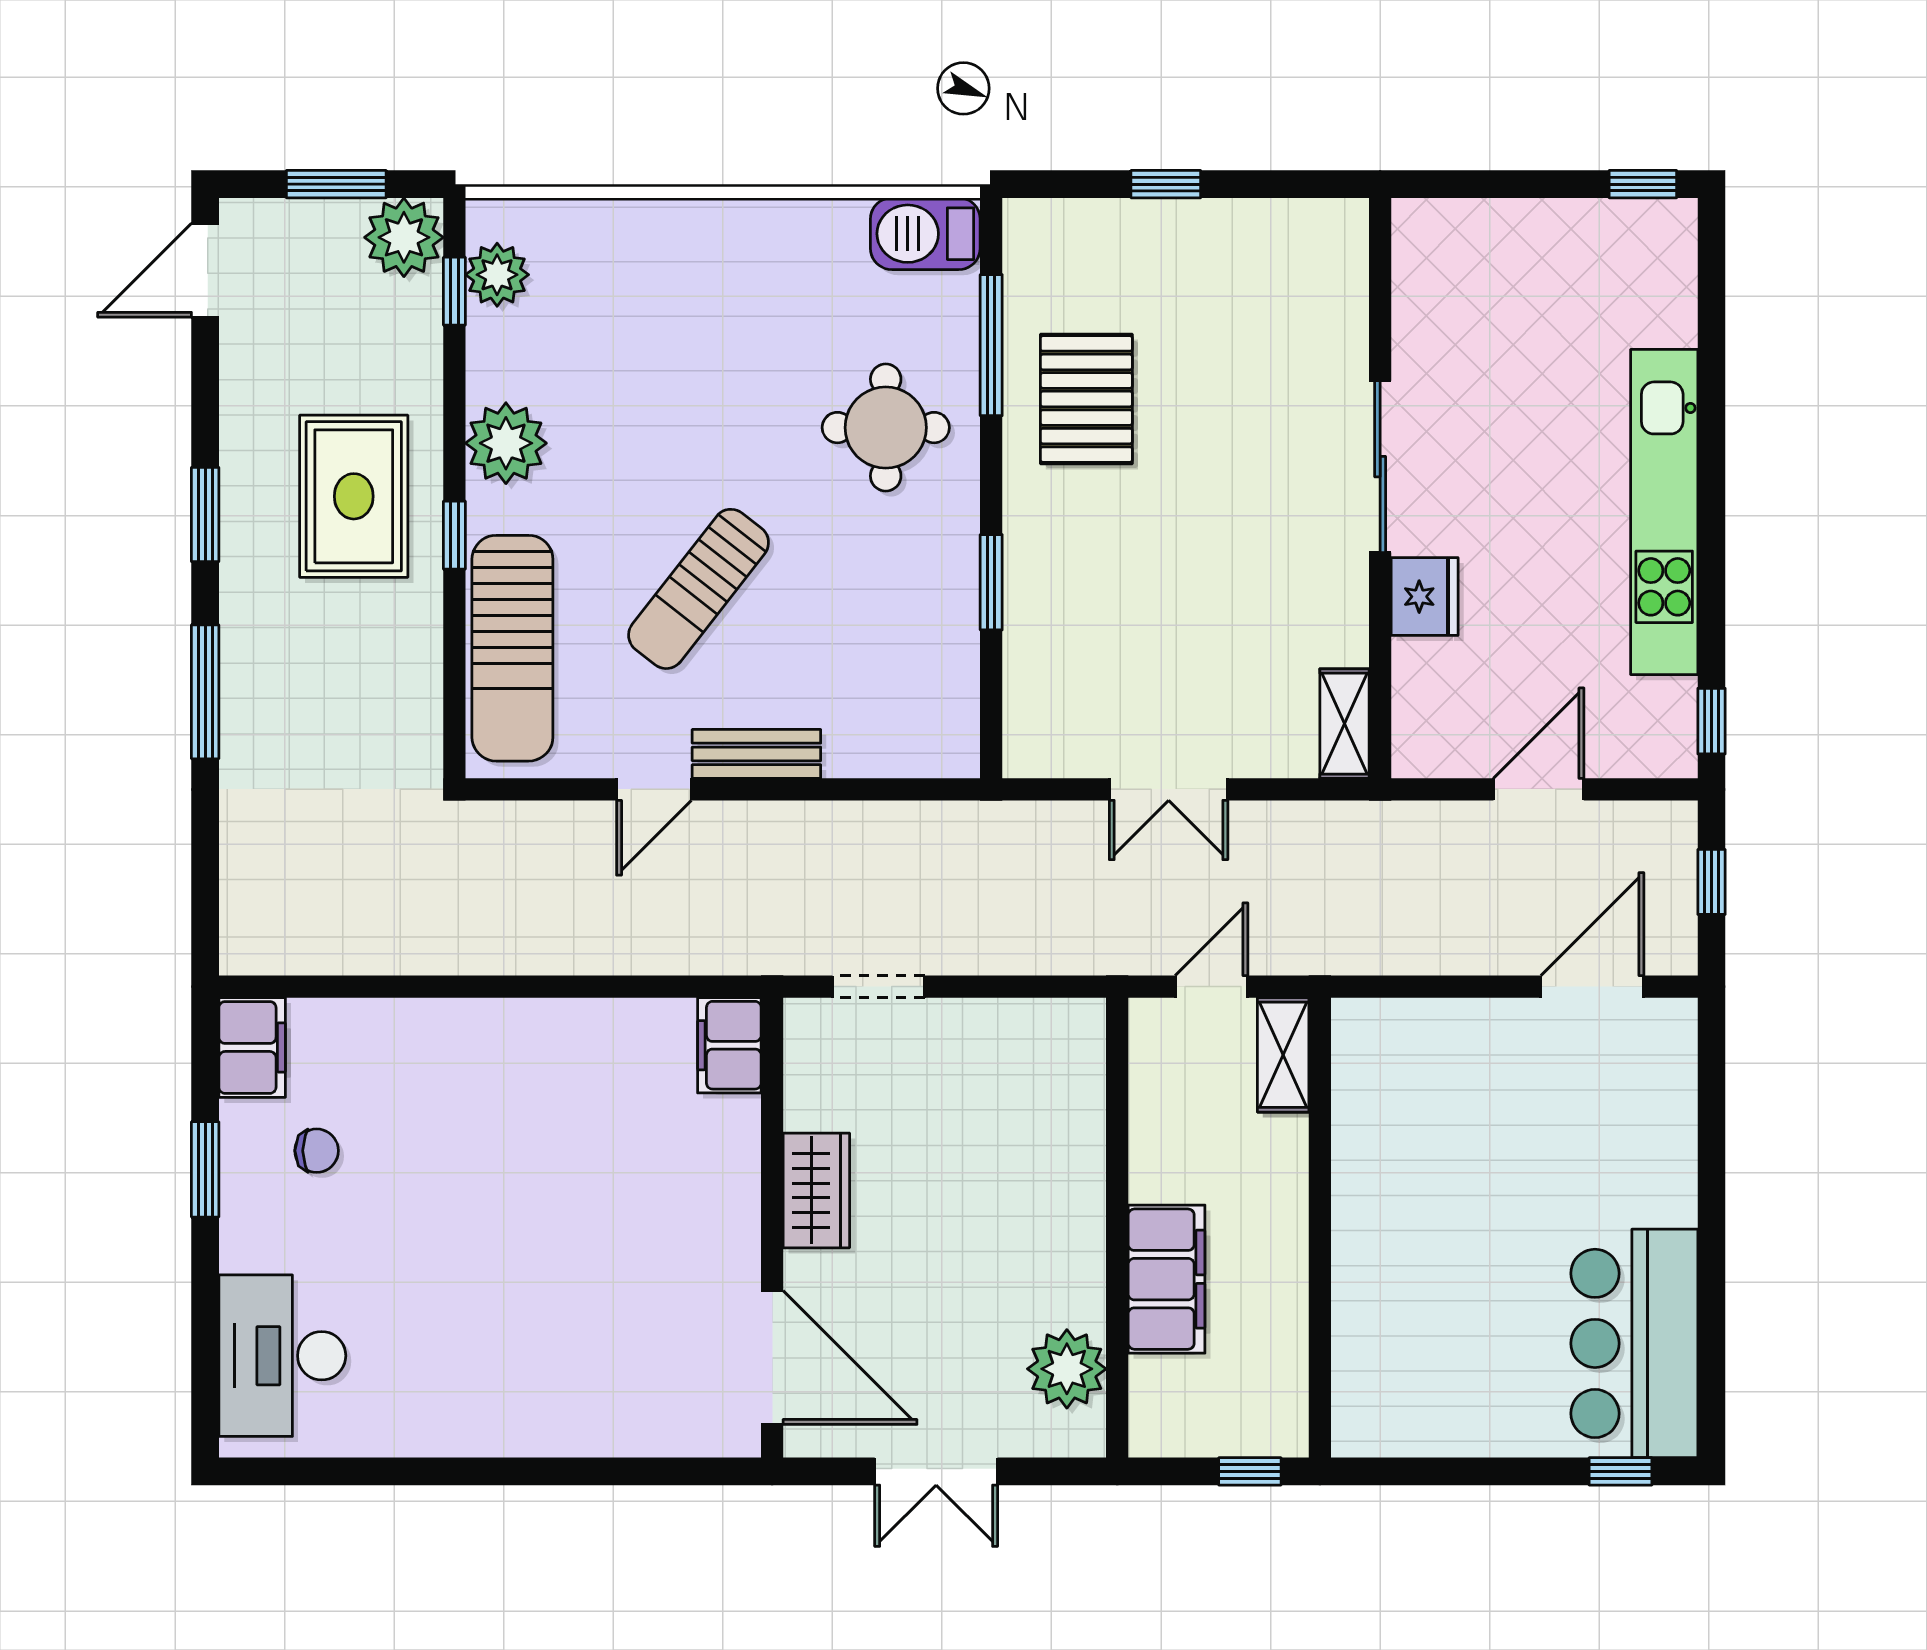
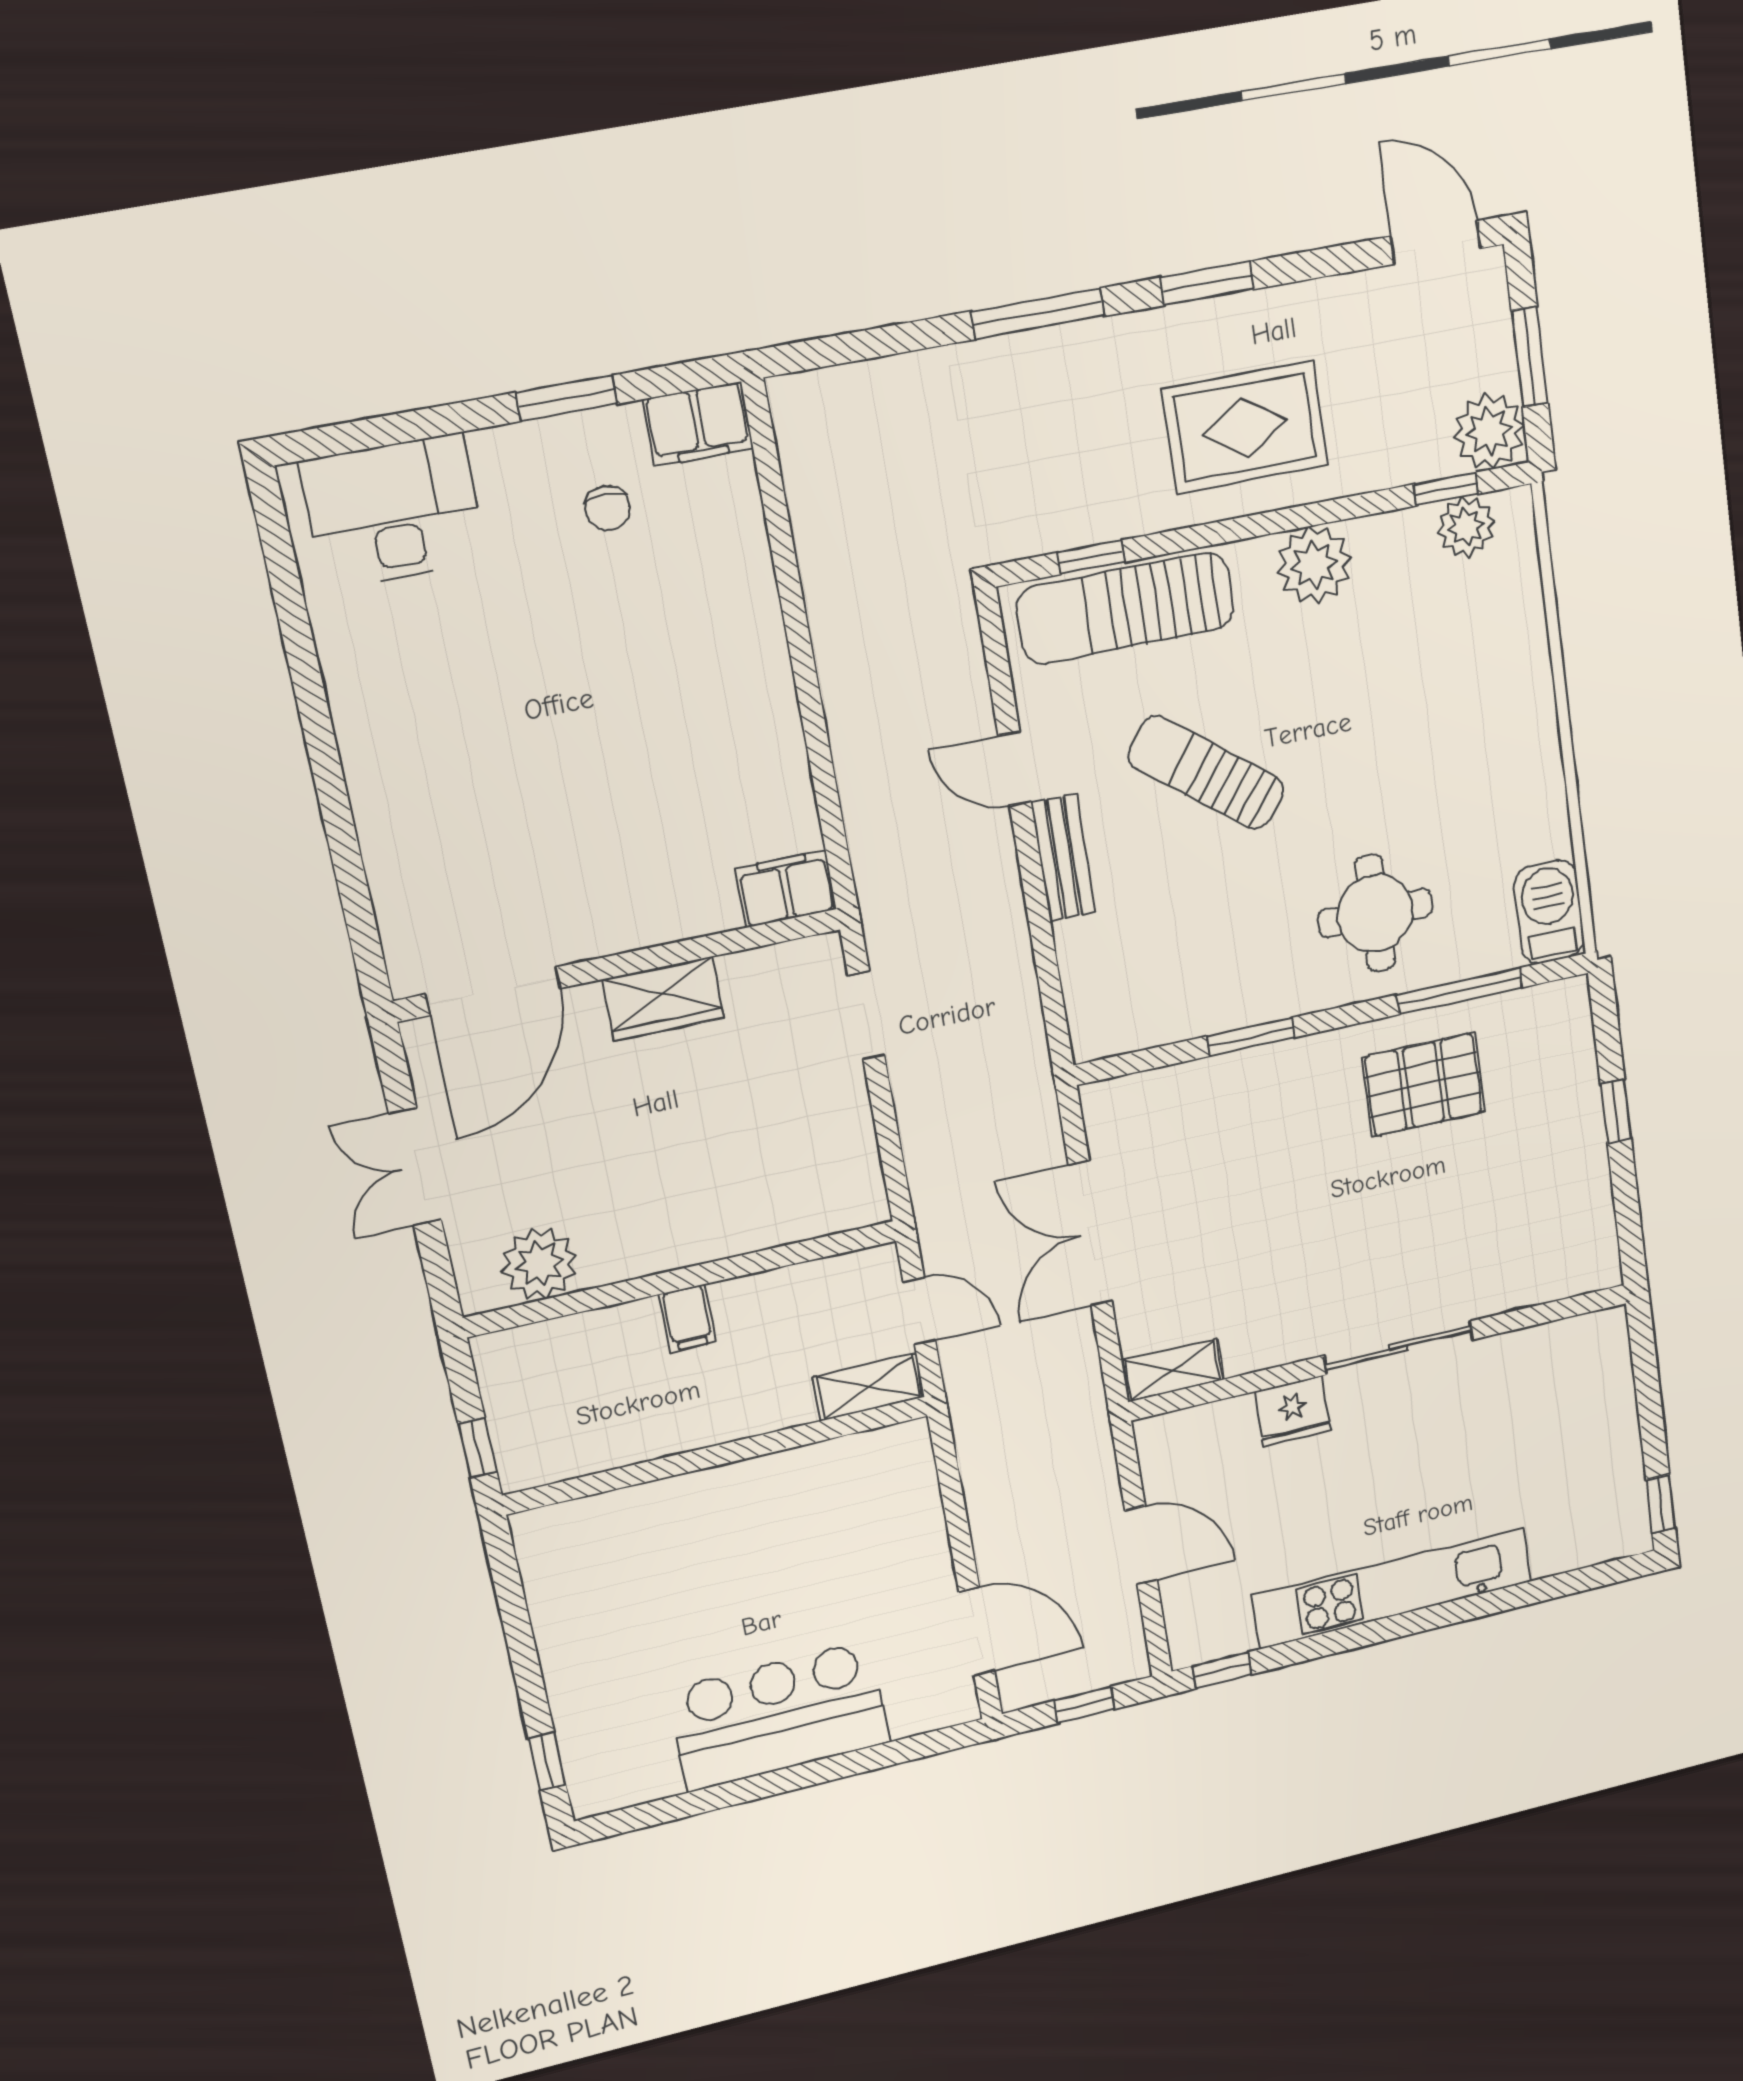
window: (454, 535) -> (1091, 557), moved
double door: (1169, 789) -> (1090, 1233), width x1.37
filing cabinet: (1167, 1279) -> (688, 1318), width x0.33, depth x0.86
bar counter: (1634, 1343) -> (779, 1716), moved

